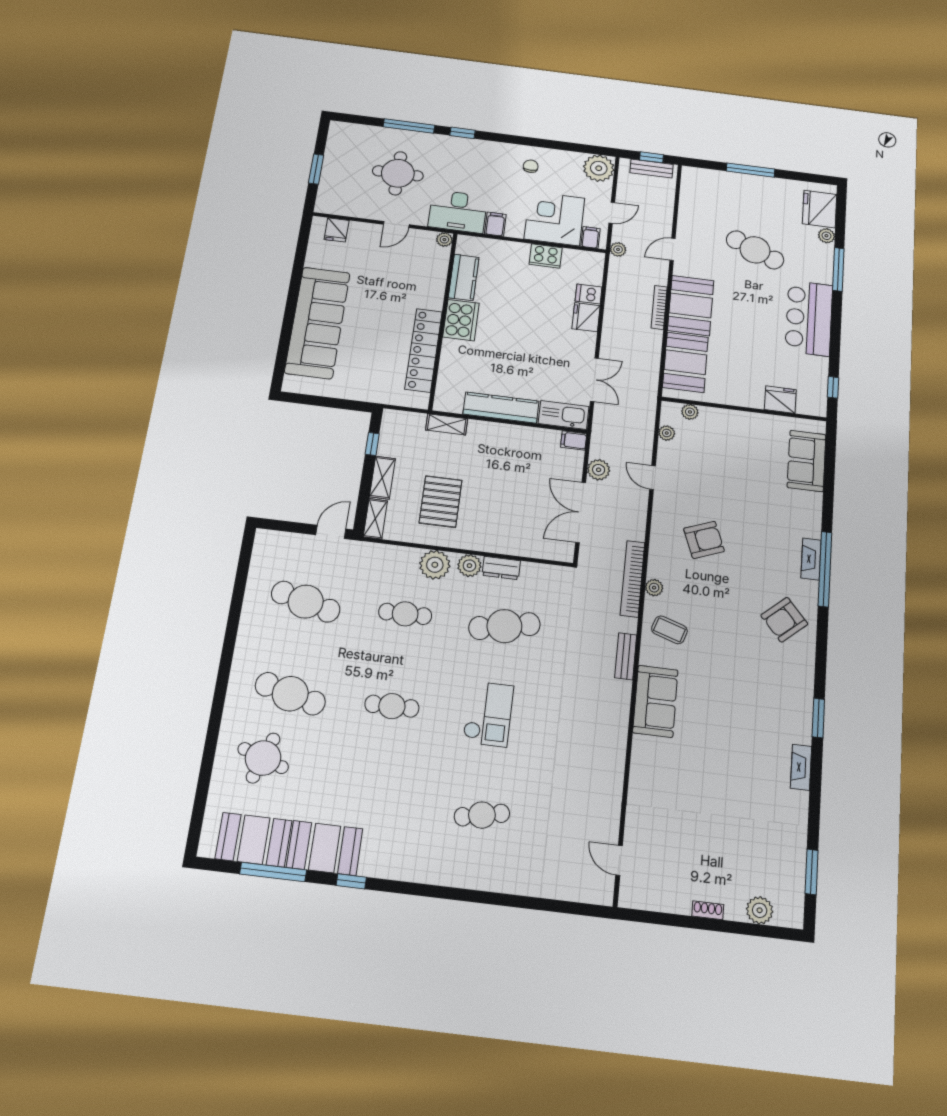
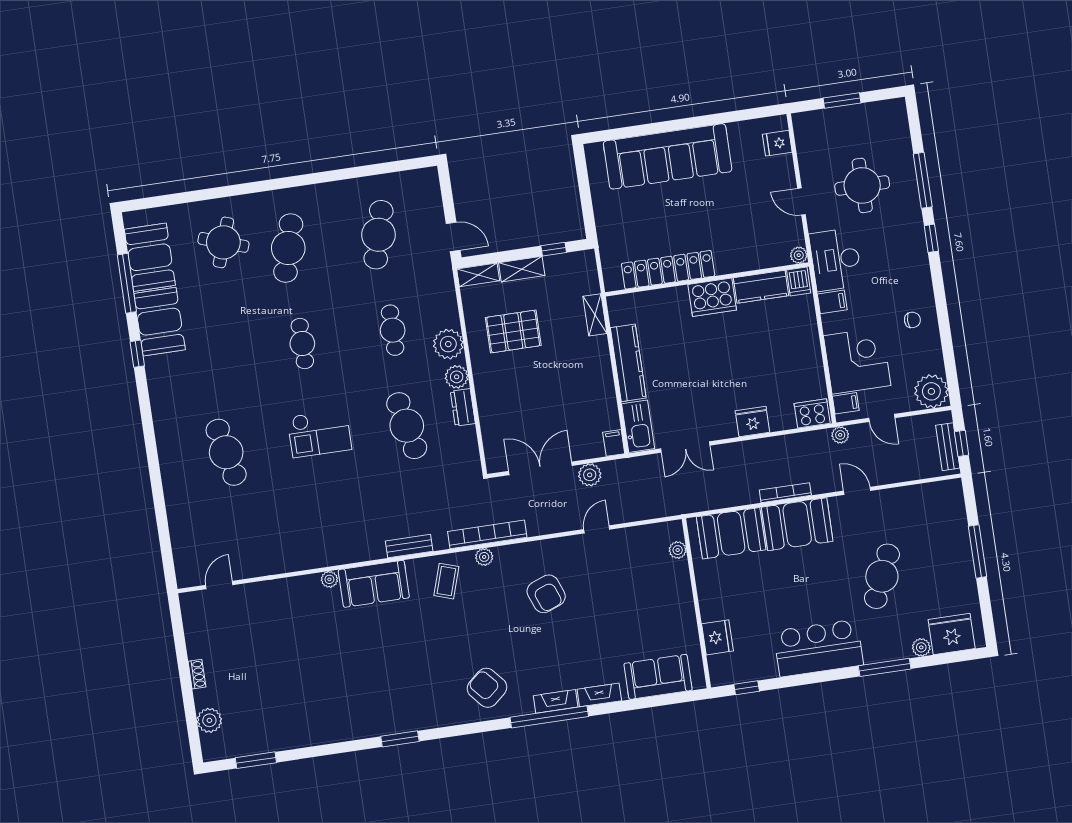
cooker: (546, 256) -> (812, 413), moved, turned 90
dishwasher: (589, 294) -> (799, 281), moved, turned 180
plant: (667, 433) -> (329, 579), moved
fireplace: (801, 767) -> (599, 695), moved
cafe table: (482, 815) -> (226, 452), width x1.37, depth x1.35

